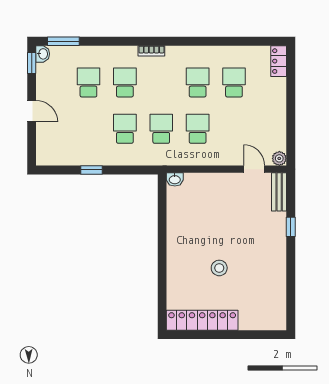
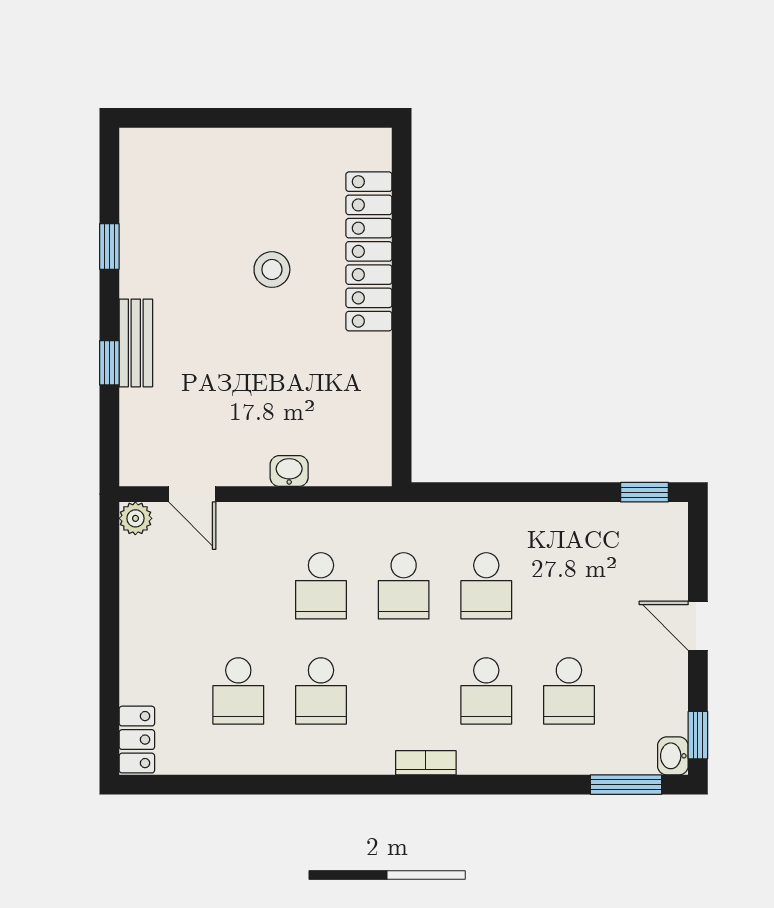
window: (91, 170) -> (644, 492), moved
washbasin: (175, 179) -> (289, 471), moved
bench: (279, 192) -> (136, 343), moved
window: (291, 278) -> (109, 246), added
locker: (202, 320) -> (369, 251), moved, turned 90

